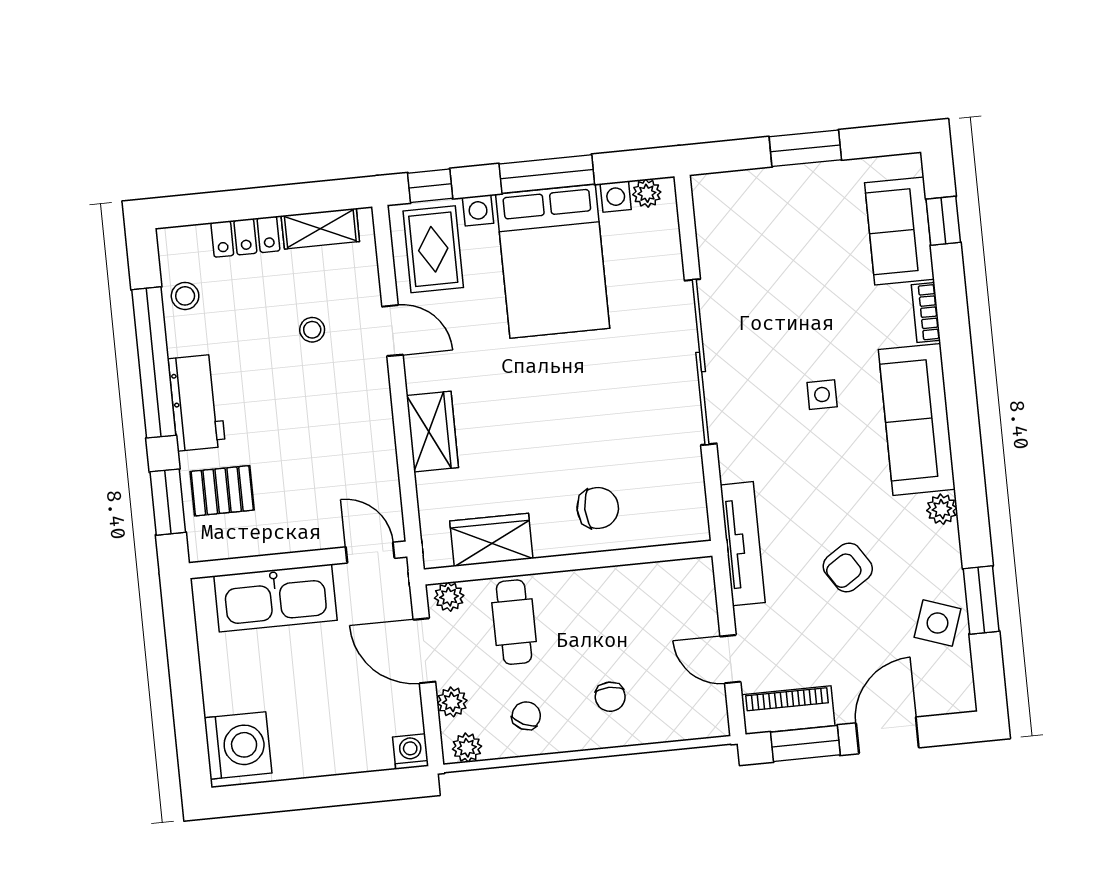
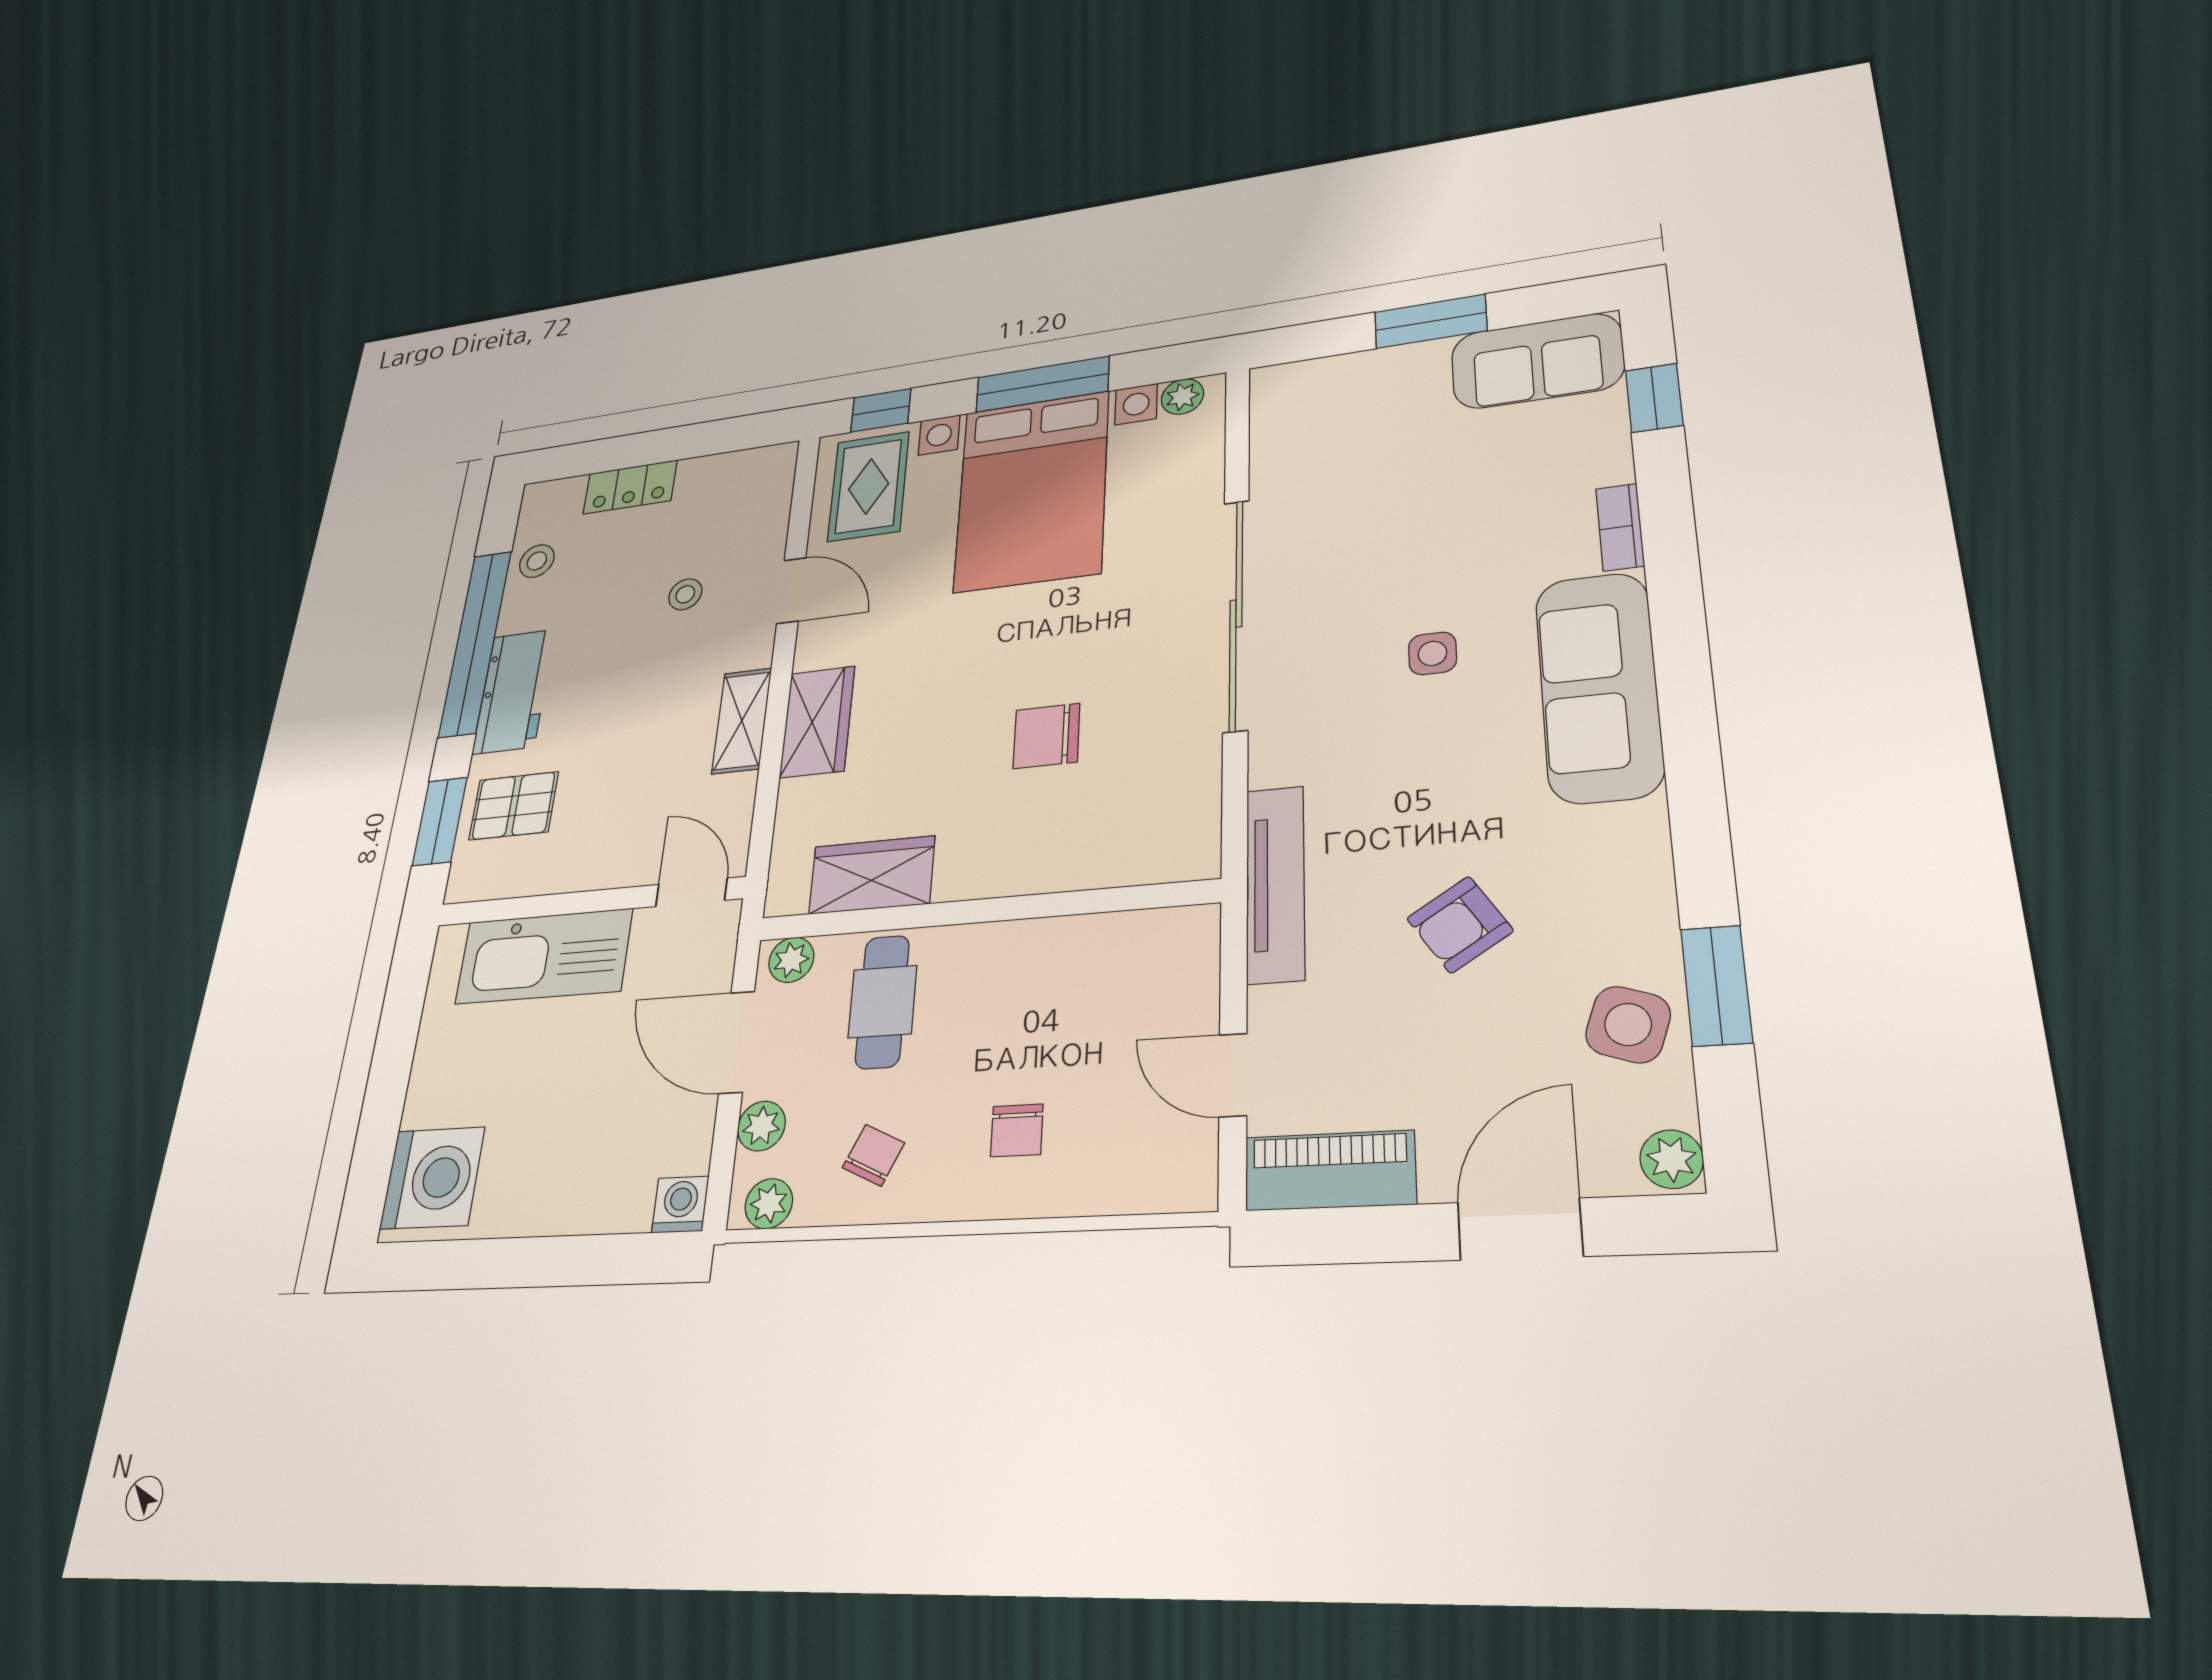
shelving: (320, 229) -> (742, 721), moved, turned 90
sofa: (899, 231) -> (1537, 361), moved, turned -90
chair: (598, 508) -> (1046, 736), moved, turned 180
plant: (942, 509) -> (1672, 1159), moved
window: (805, 744) -> (1357, 1235), removed

